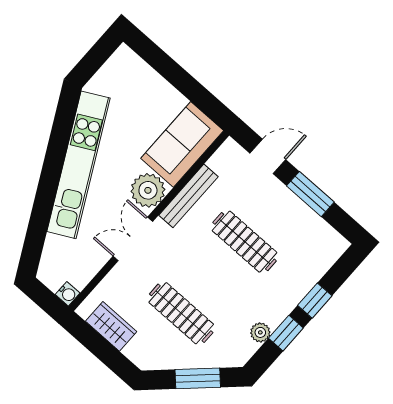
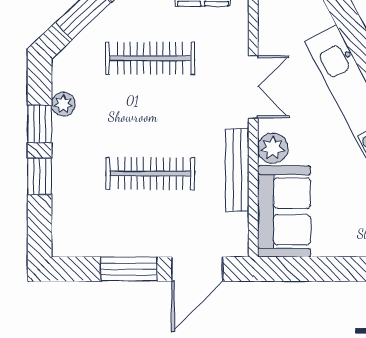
door: (268, 156) -> (197, 269), width x1.38
plant: (148, 190) -> (273, 148), width x0.73, depth x0.73

